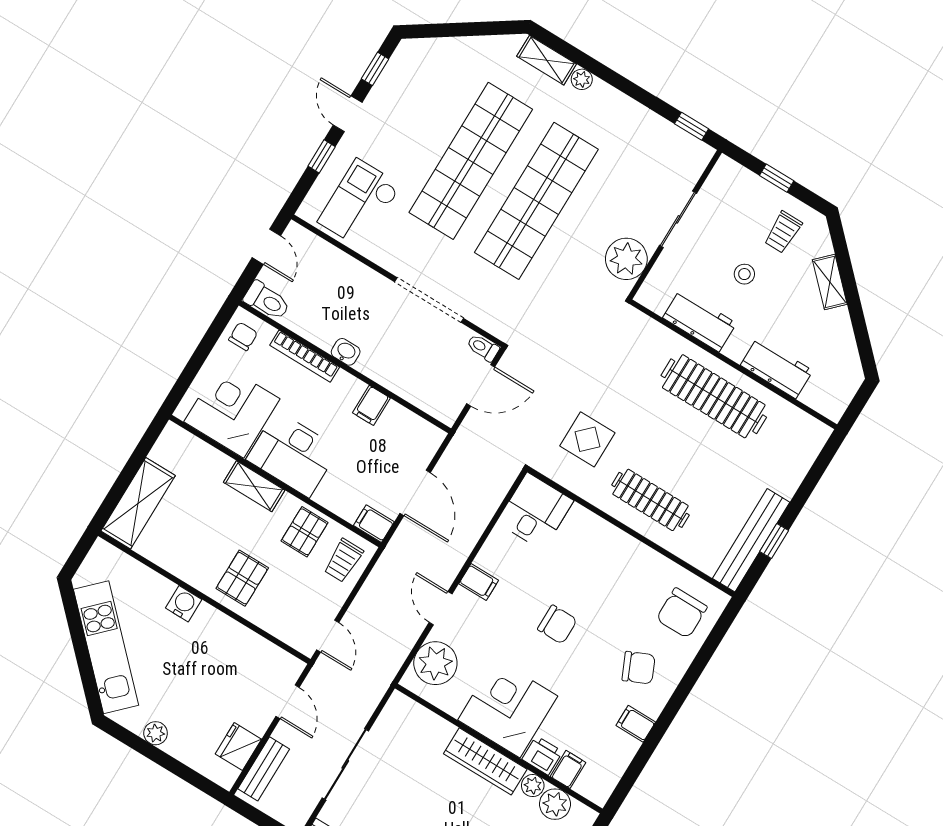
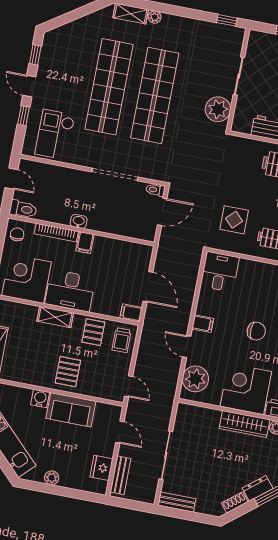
filing cabinet: (371, 405) -> (85, 243), moved
sofa: (225, 639) -> (71, 410), added

